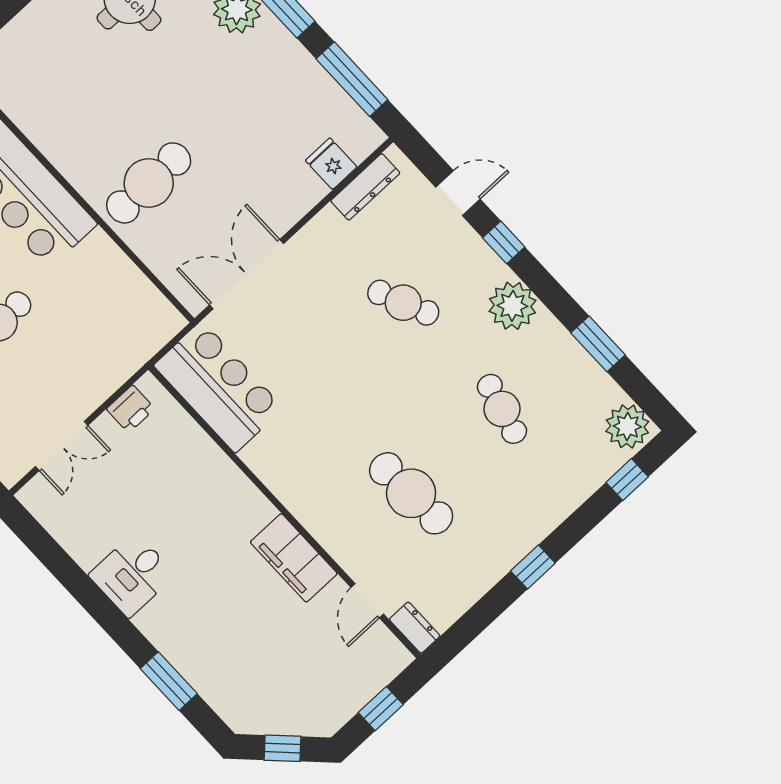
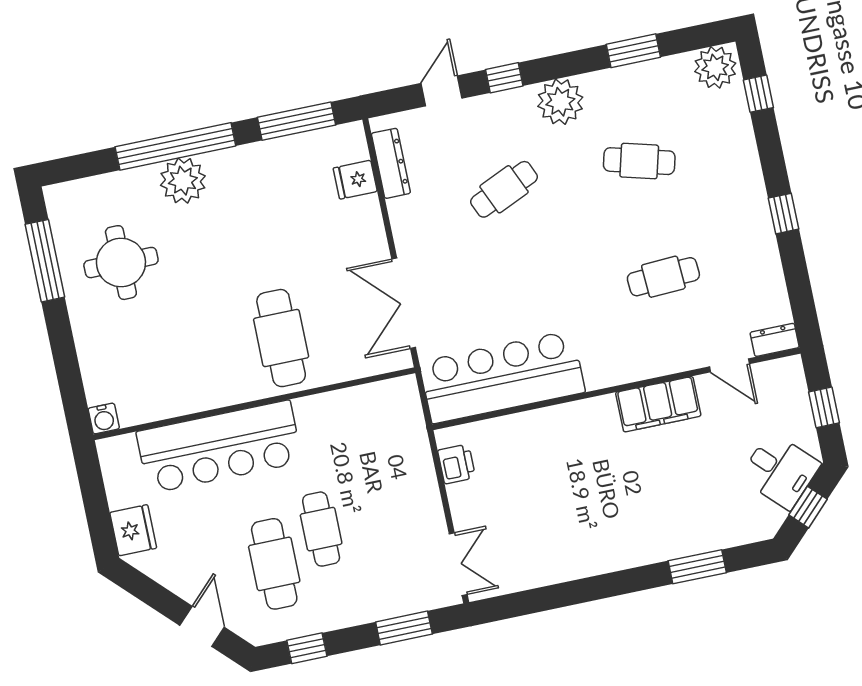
bar counter: (219, 387) -> (502, 377), width x1.36
double door: (62, 446) -> (458, 564), moved
cafe table: (411, 493) -> (663, 277), width x0.73, depth x0.74
desk: (132, 575) -> (780, 471), moved, turned -45

